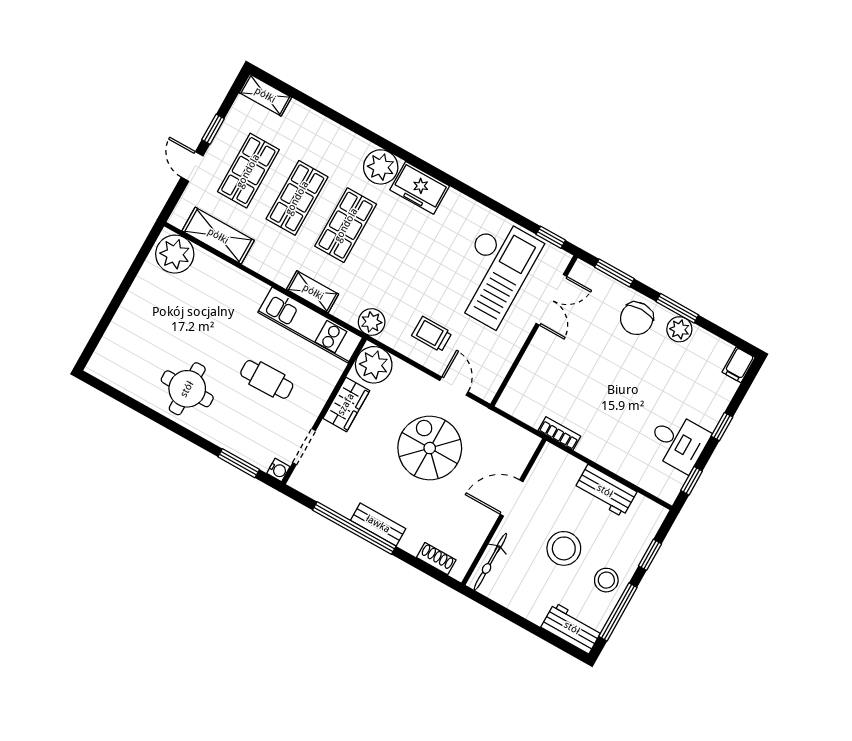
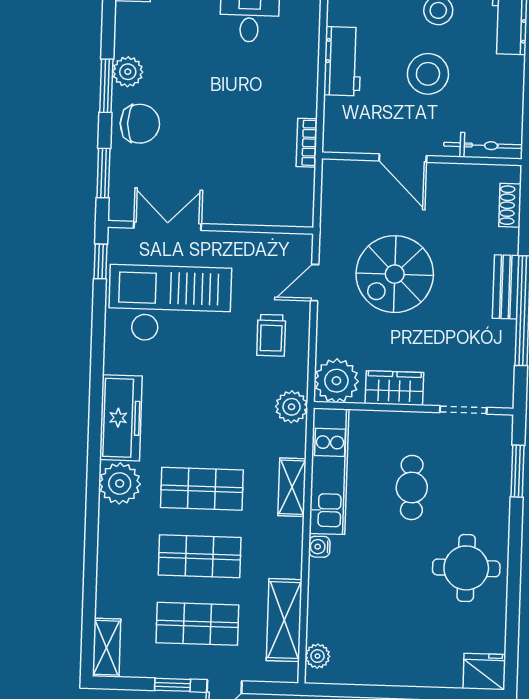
freezer: (420, 188) -> (121, 418), width x1.40
plant: (175, 254) -> (318, 656), width x0.53, depth x0.53
fridge: (104, 363) -> (484, 672), added
water cooler: (278, 470) -> (319, 547), moved, turned -90

